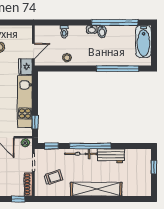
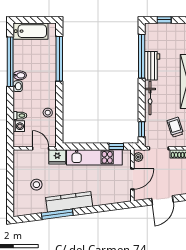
washing machine: (54, 30) -> (19, 126), added
window: (90, 146) -> (142, 56), moved

